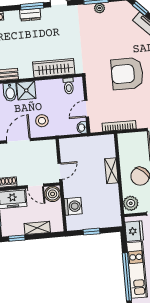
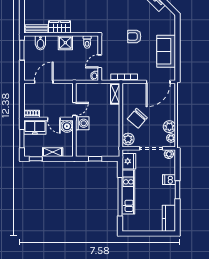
wardrobe: (54, 68) -> (59, 27), moved, width x0.67
armchair: (127, 74) -> (134, 36), width x0.53, depth x0.53
shower: (26, 90) -> (65, 43), moved
stool: (42, 121) -> (64, 68), removed
shelving: (111, 171) -> (115, 94), moved
washing machine: (73, 206) -> (82, 123), moved

